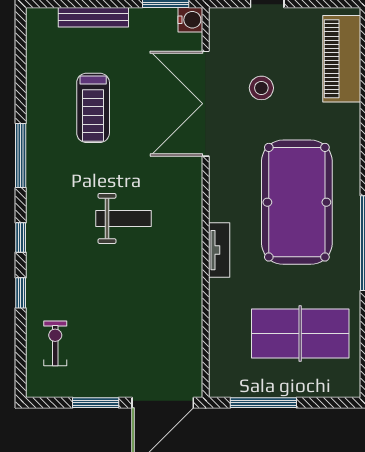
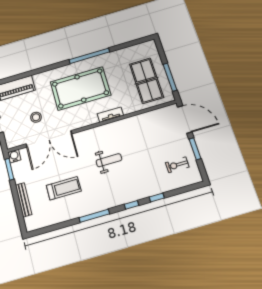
weight bench: (124, 218) -> (109, 160), turned 90
table tennis table: (300, 334) -> (146, 81), moved
exercise bike: (55, 343) -> (177, 165), moved

